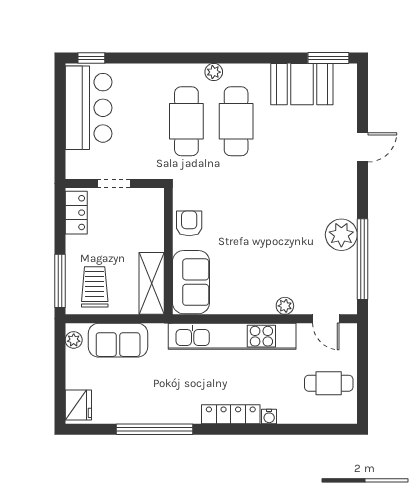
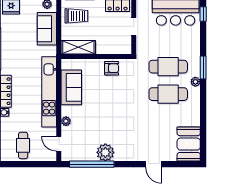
window: (328, 58) -> (203, 67), moved
booth: (302, 84) -> (189, 144), moved
sofa: (191, 282) -> (71, 87), moved, turned -90
door: (326, 319) -> (59, 144), hinge flipped

